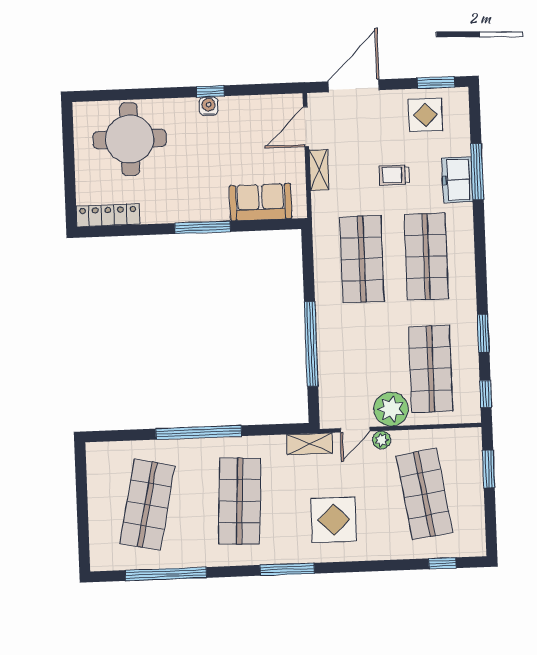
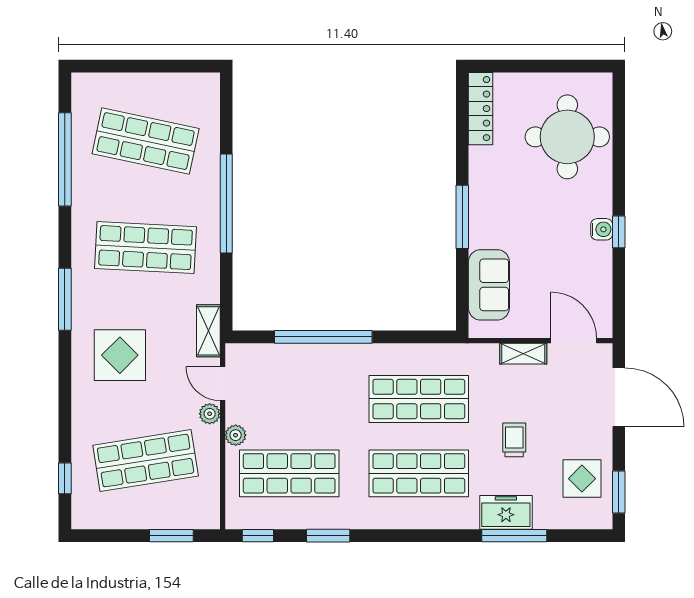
plant: (391, 409) -> (236, 435), width x0.53, depth x0.53

